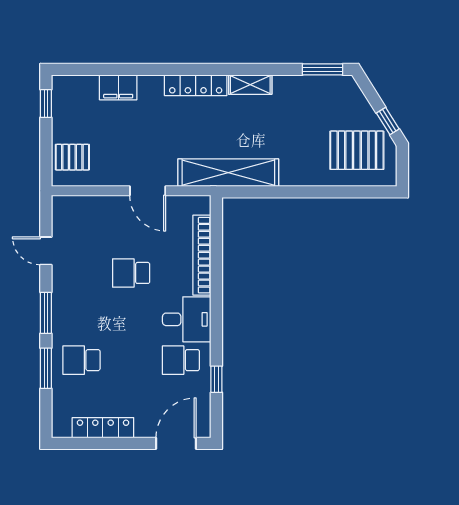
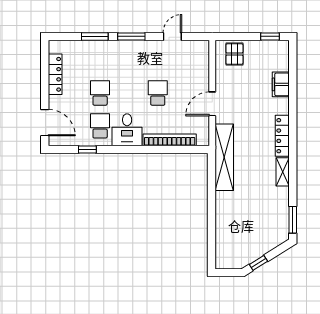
pallet: (357, 150) -> (239, 242), removed
school desk: (81, 360) -> (100, 93), moved

